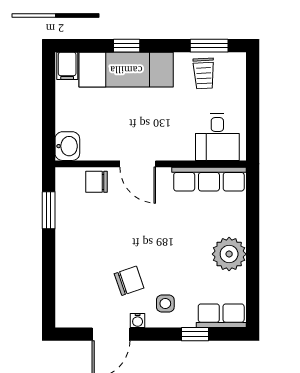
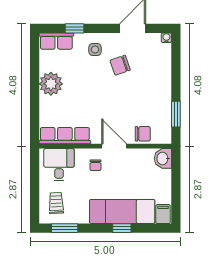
trolley: (204, 73) -> (56, 203), moved
chair: (165, 136) -> (95, 165), added
water cooler: (138, 320) -> (166, 38), moved

